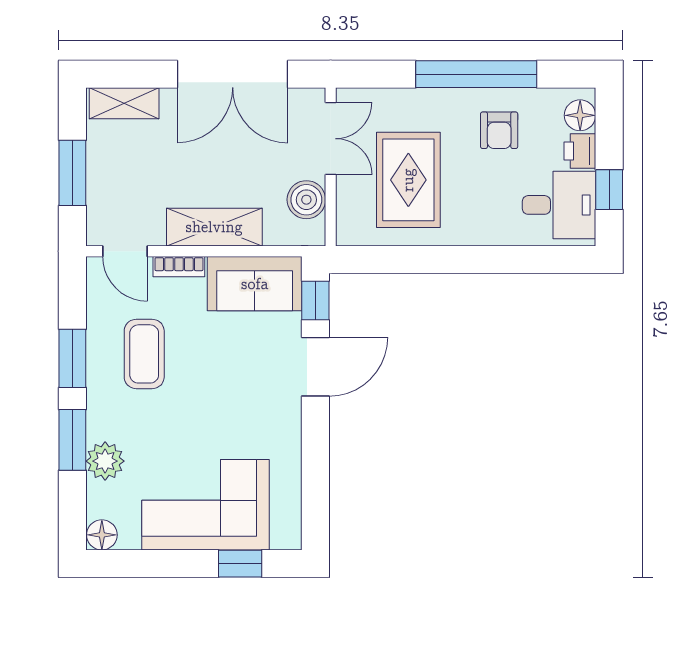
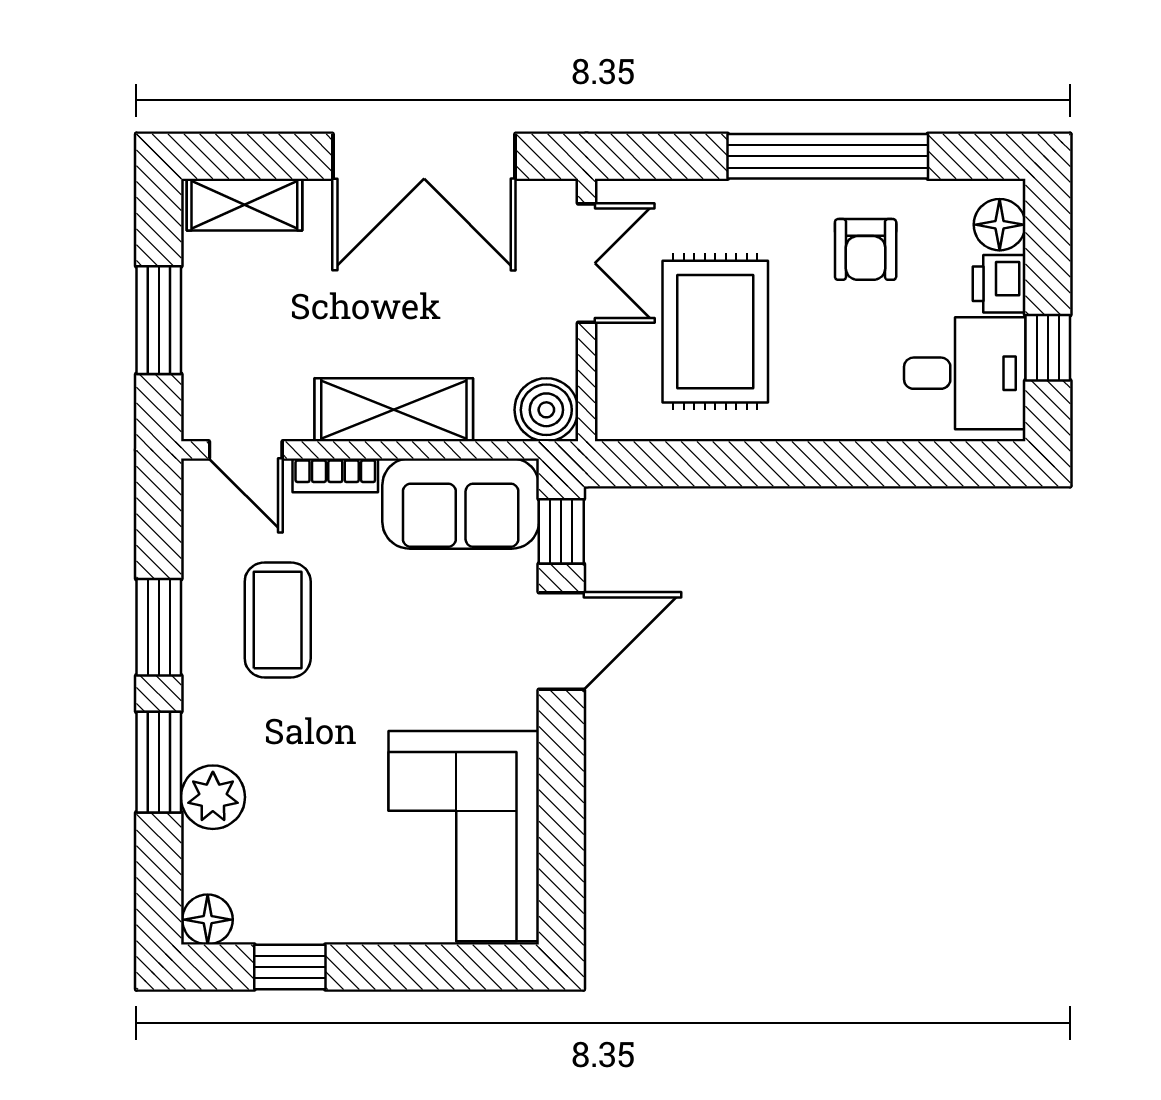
boiler: (306, 200) -> (546, 410), moved
corner sofa: (205, 505) -> (464, 836), moved, turned -90
window: (240, 564) -> (290, 967), moved

